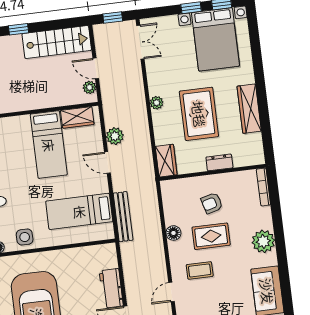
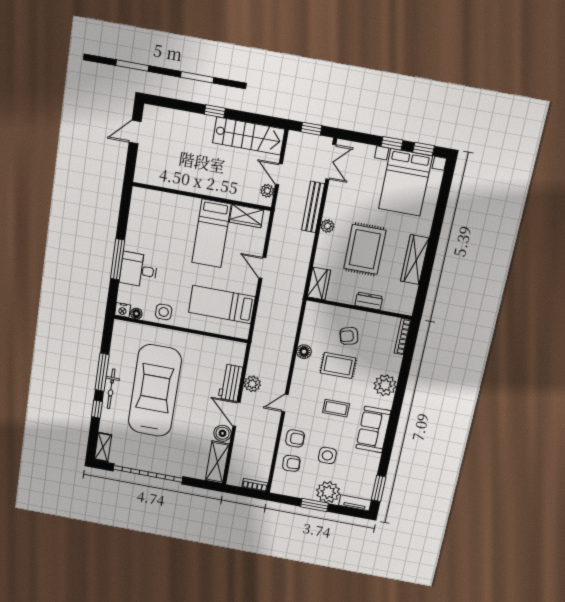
plant: (115, 136) -> (252, 384), moved
bench: (123, 217) -> (313, 207), moved
coffee table: (200, 270) -> (336, 408), moved

